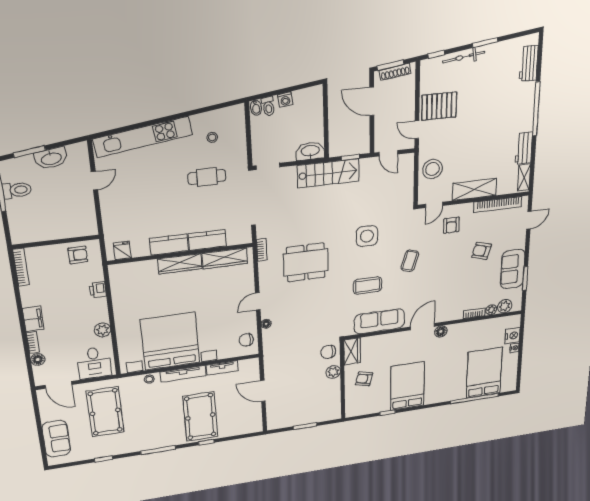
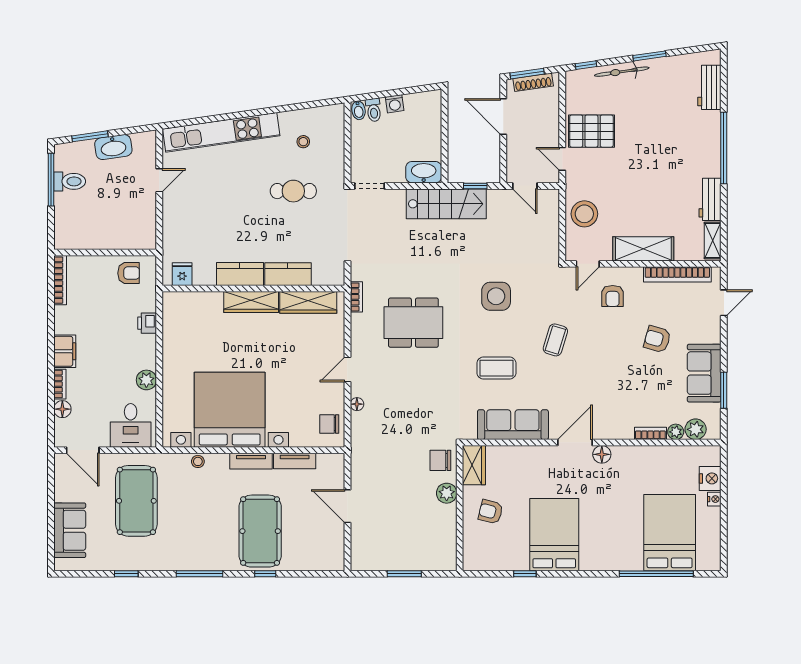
tv unit: (183, 374) -> (251, 461), width x0.71

